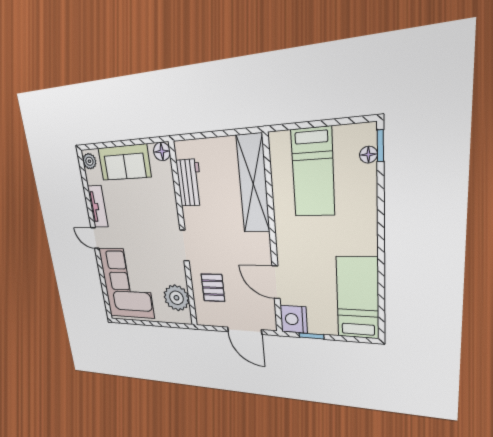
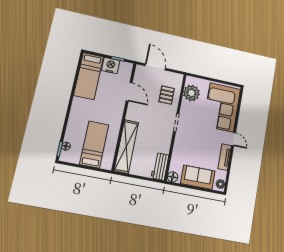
workbench: (189, 183) -> (160, 166), moved
nightstand: (294, 319) -> (111, 65), moved, turned -90

